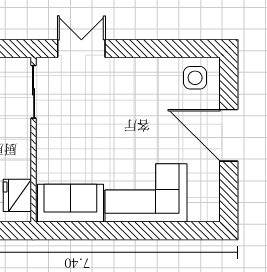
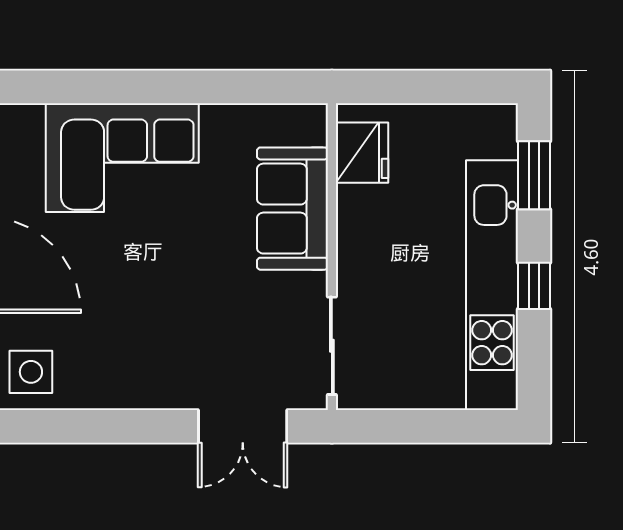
sofa: (70, 203) -> (292, 209), moved, turned 90

